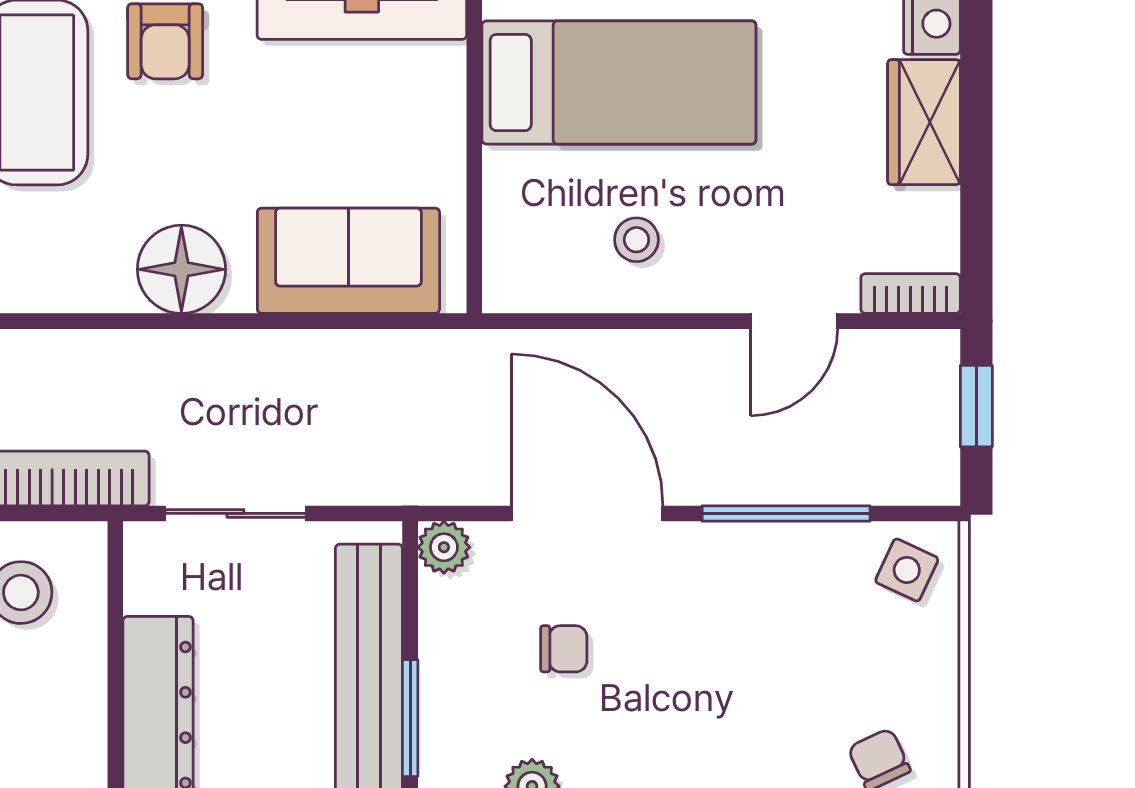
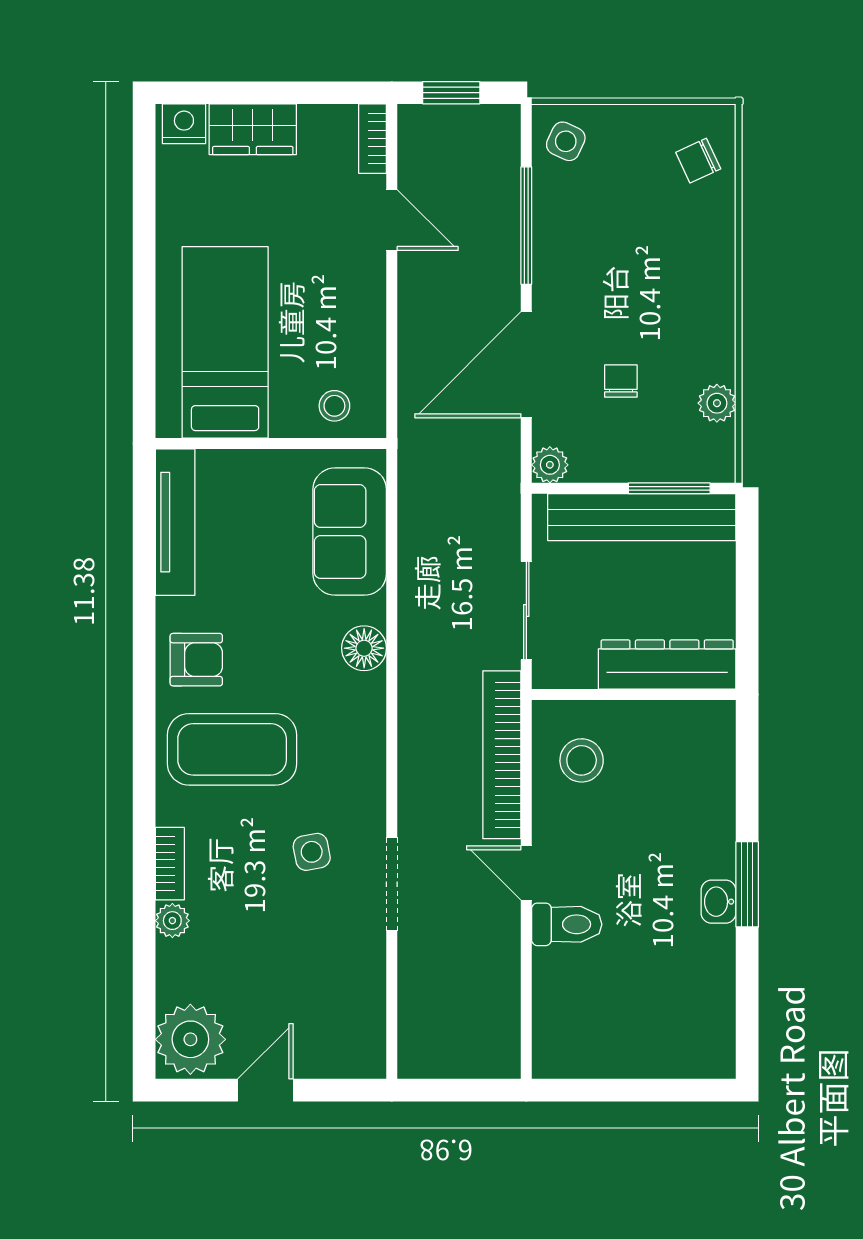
stool: (636, 240) -> (334, 406), moved
floor lamp: (181, 269) -> (364, 648), width x0.73, depth x0.73

